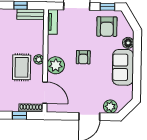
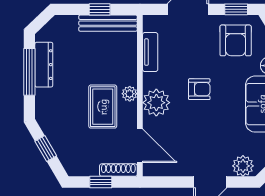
bench: (31, 14) -> (108, 23), width x1.36
tv unit: (52, 22) -> (150, 52), moved
armchair: (83, 57) -> (199, 89), turned -90

